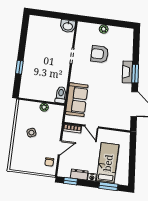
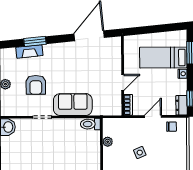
fireplace: (127, 72) -> (29, 51), moved
window: (135, 74) -> (35, 41), moved
sofa: (77, 100) -> (73, 105), moved
door: (60, 148) -> (153, 116), hinge flipped
dresser: (79, 174) -> (182, 105), moved

